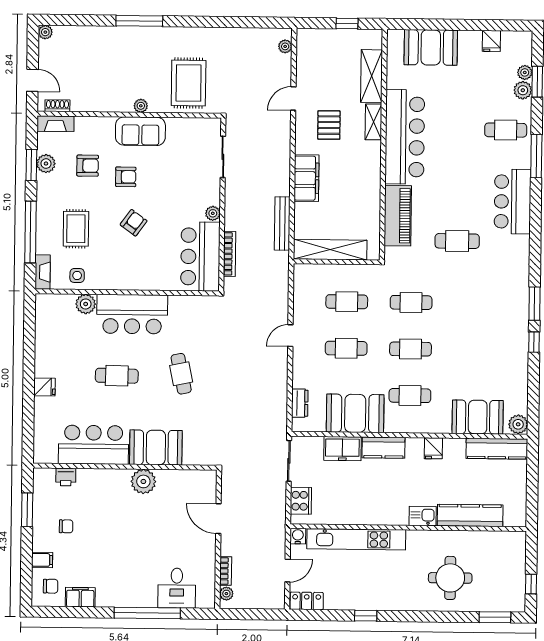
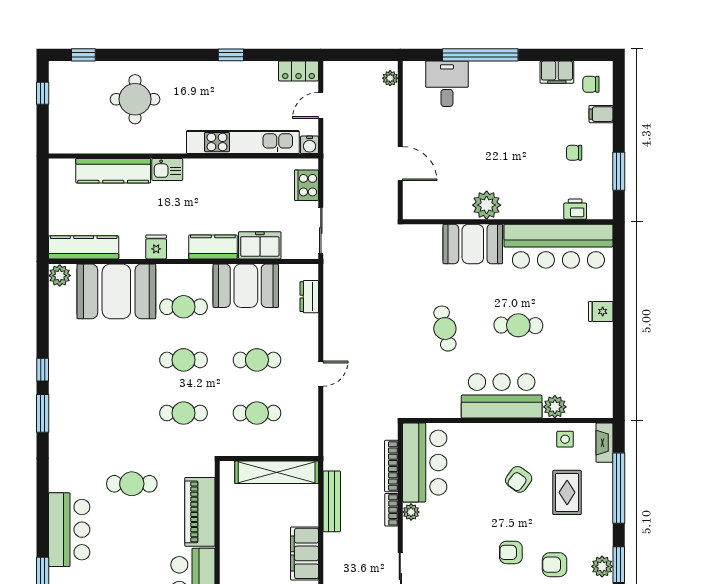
armchair: (134, 223) -> (519, 479), moved
booth: (478, 417) -> (116, 291), width x1.36, depth x1.42
bar counter: (94, 445) -> (558, 246), width x1.36
bookcase: (226, 571) -> (391, 510), moved
window: (495, 617) -> (83, 55), width x0.67

